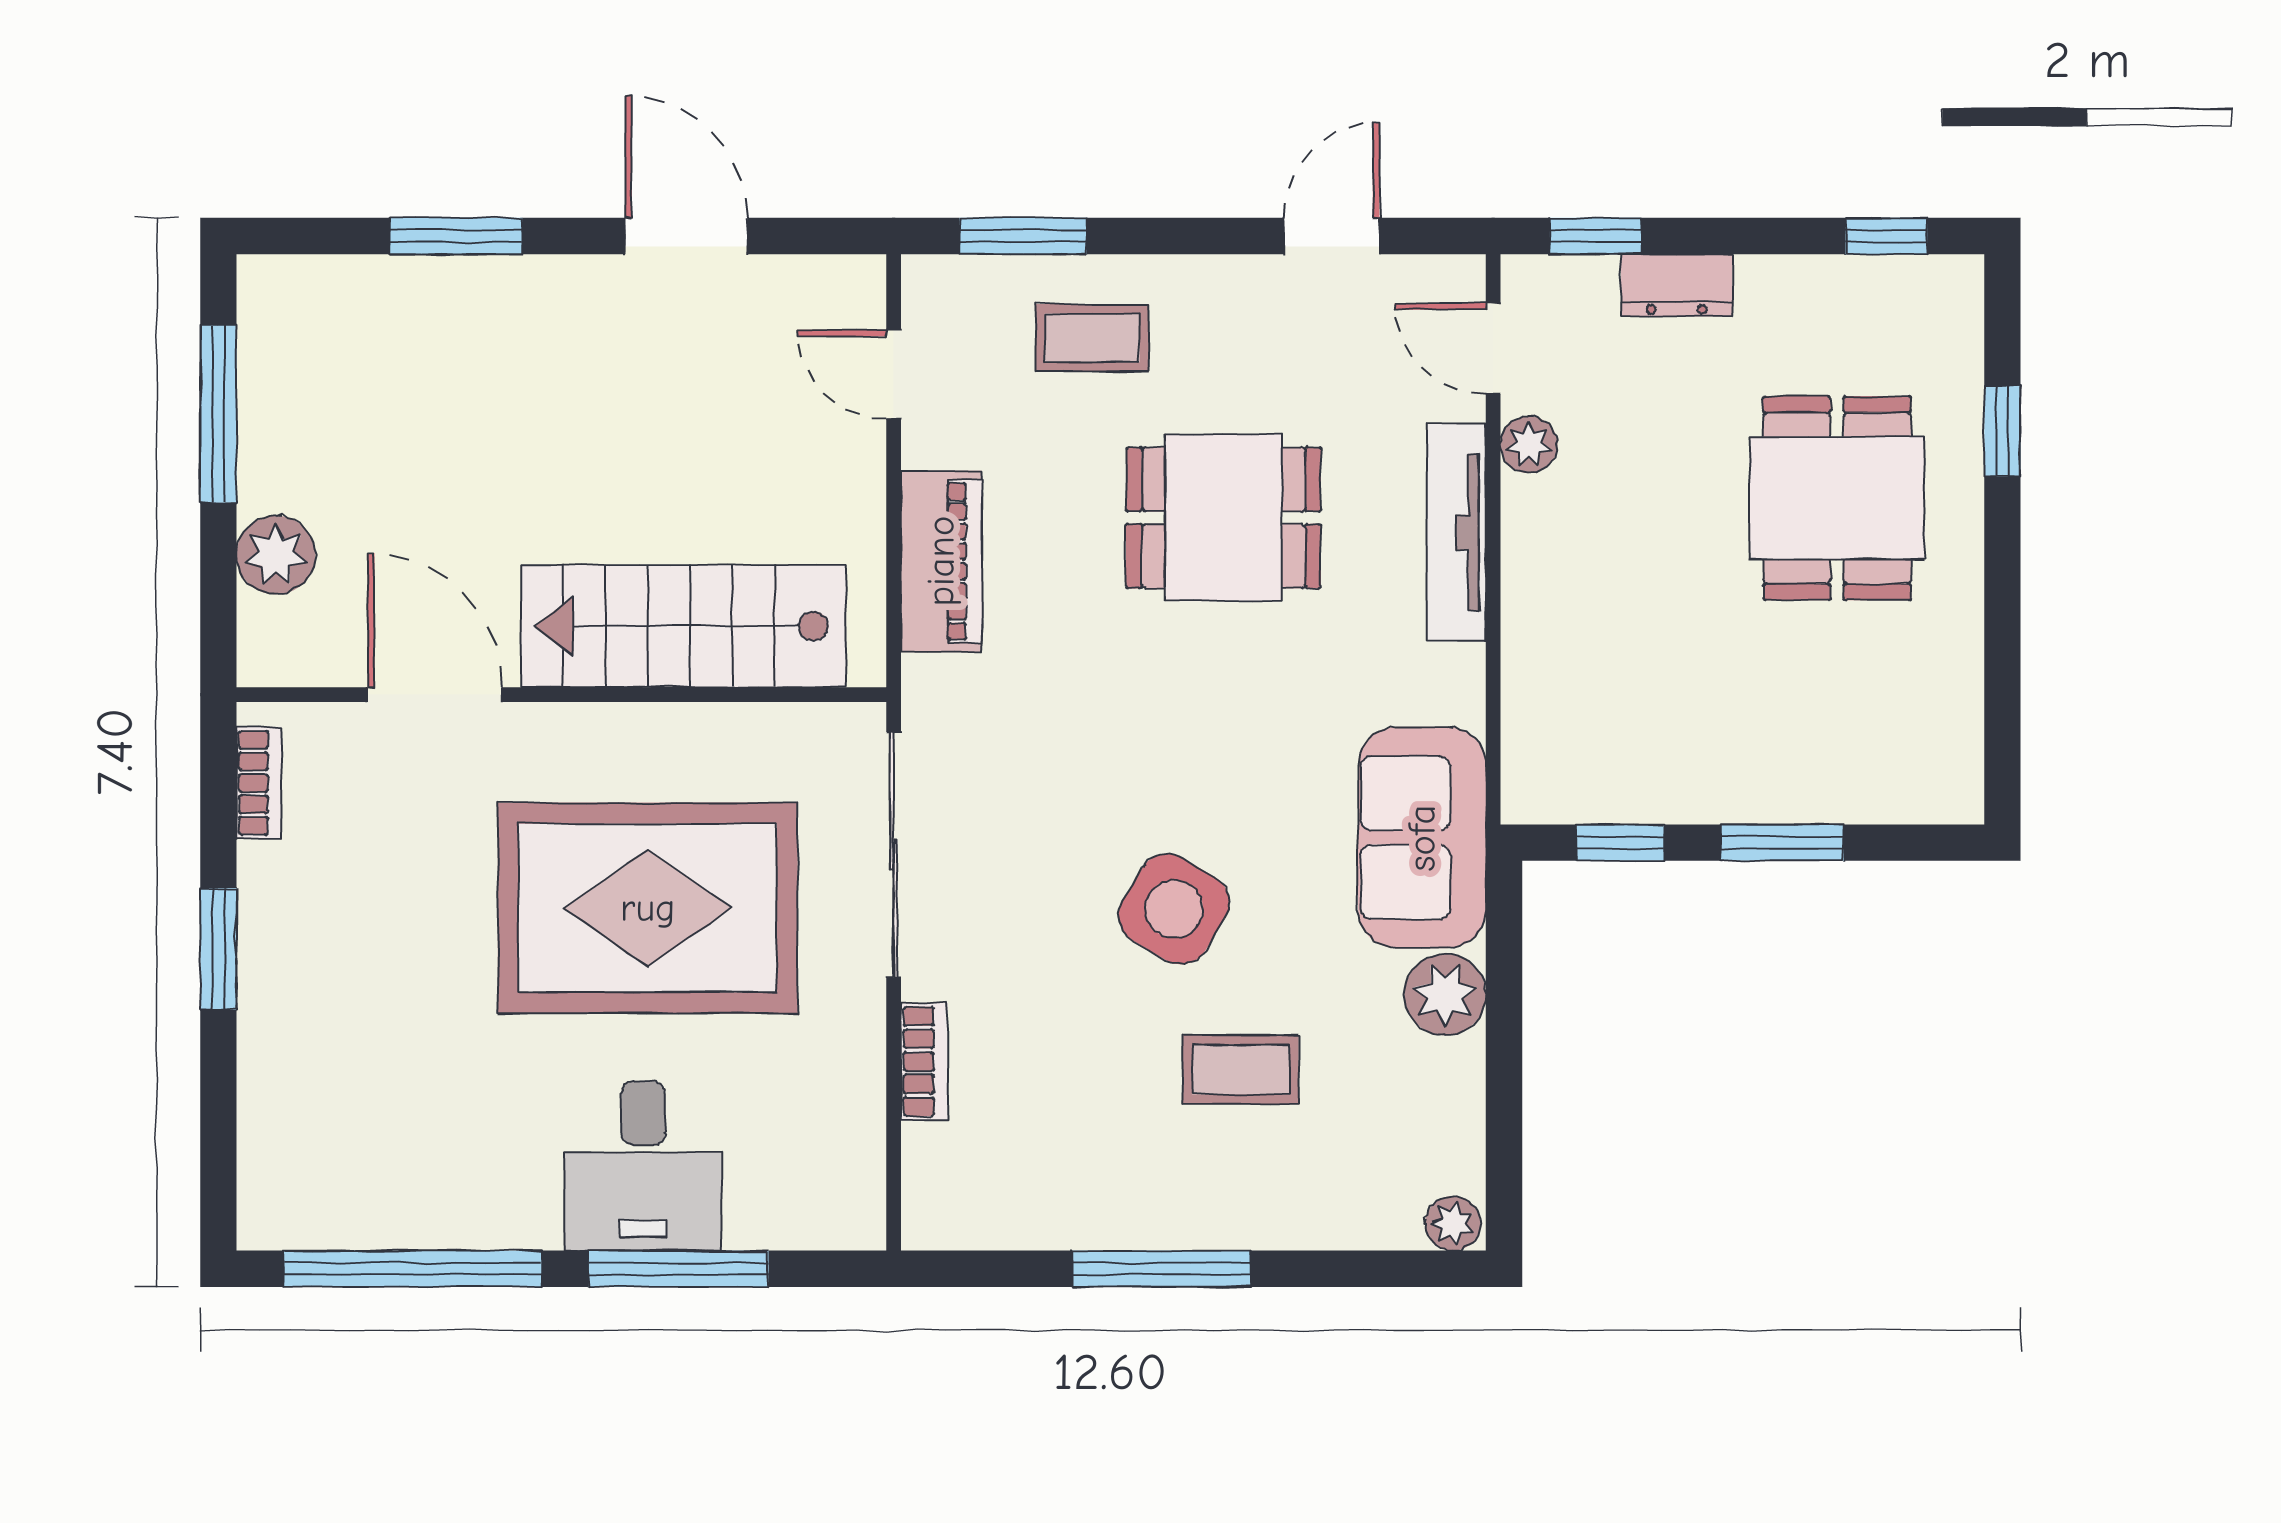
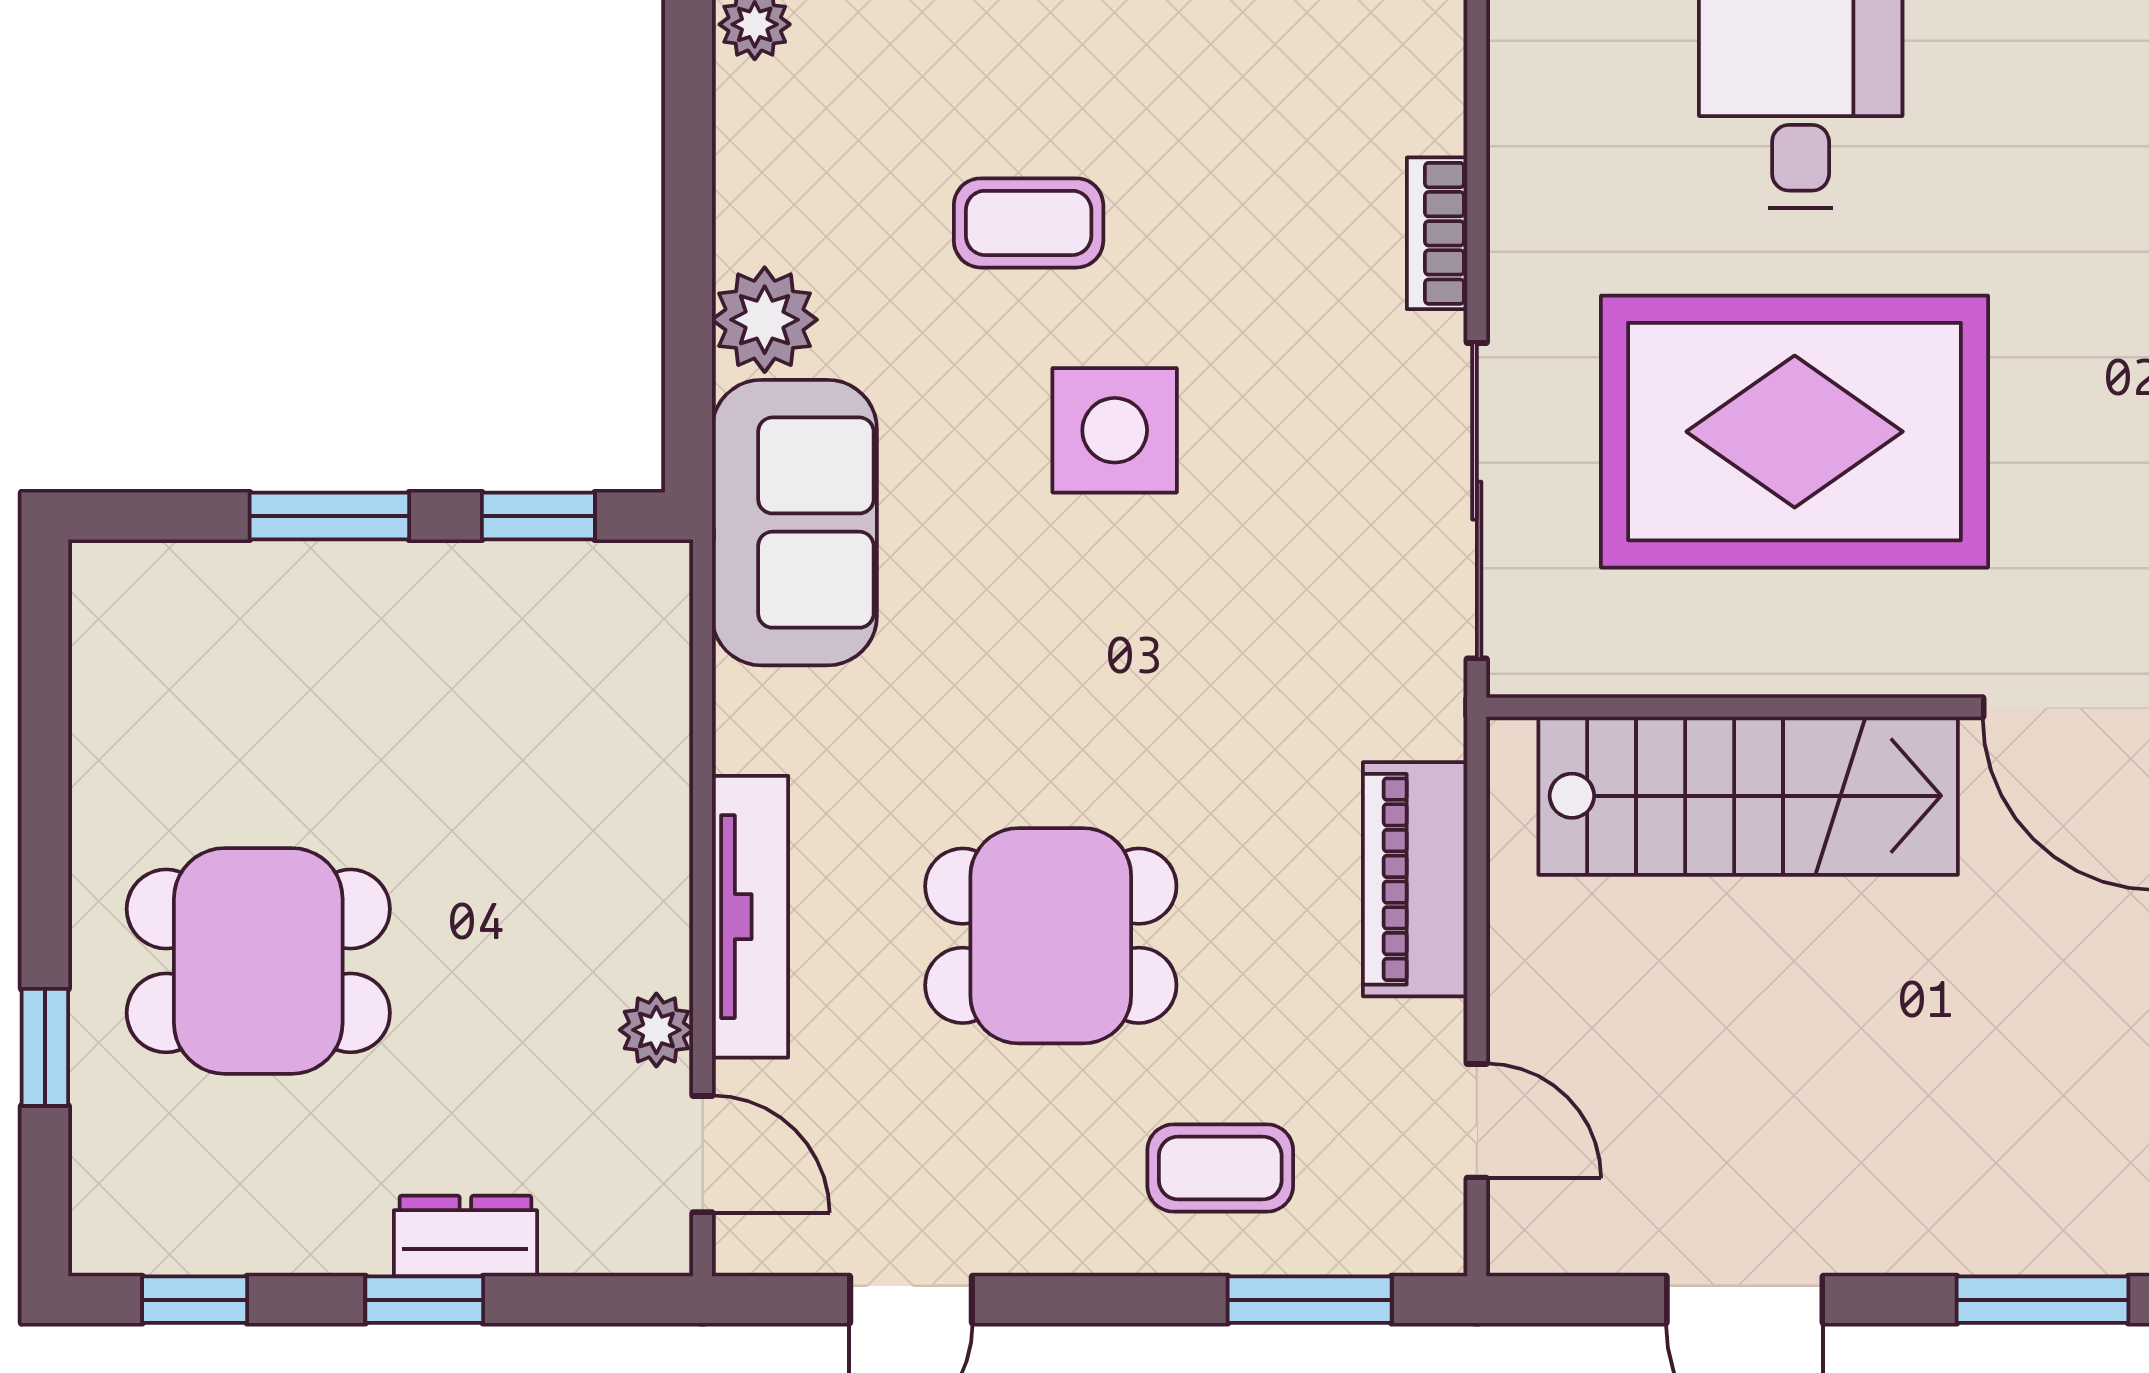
window: (1595, 236) -> (424, 1300), moved
dining table: (1837, 498) -> (258, 961), turned 90
side table: (1174, 909) -> (1115, 430), turned -31

